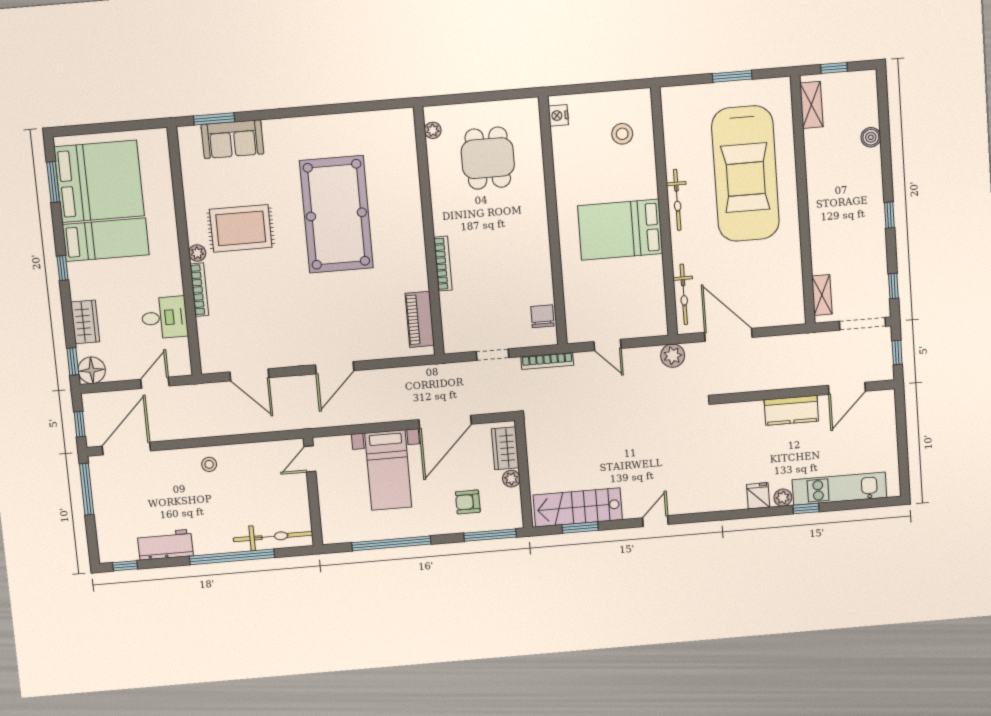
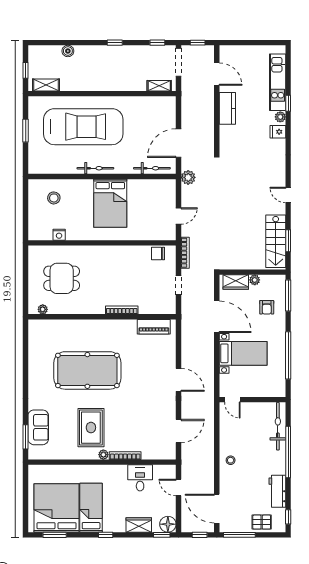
nightstand: (558, 115) -> (59, 235), moved
pallet: (112, 524) -> (262, 522), added

